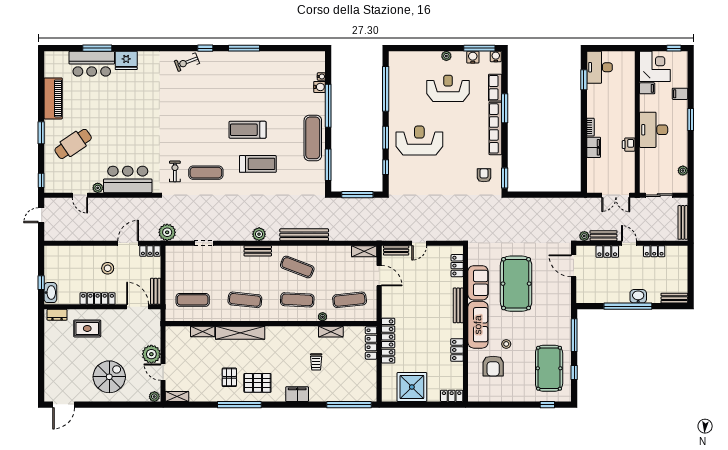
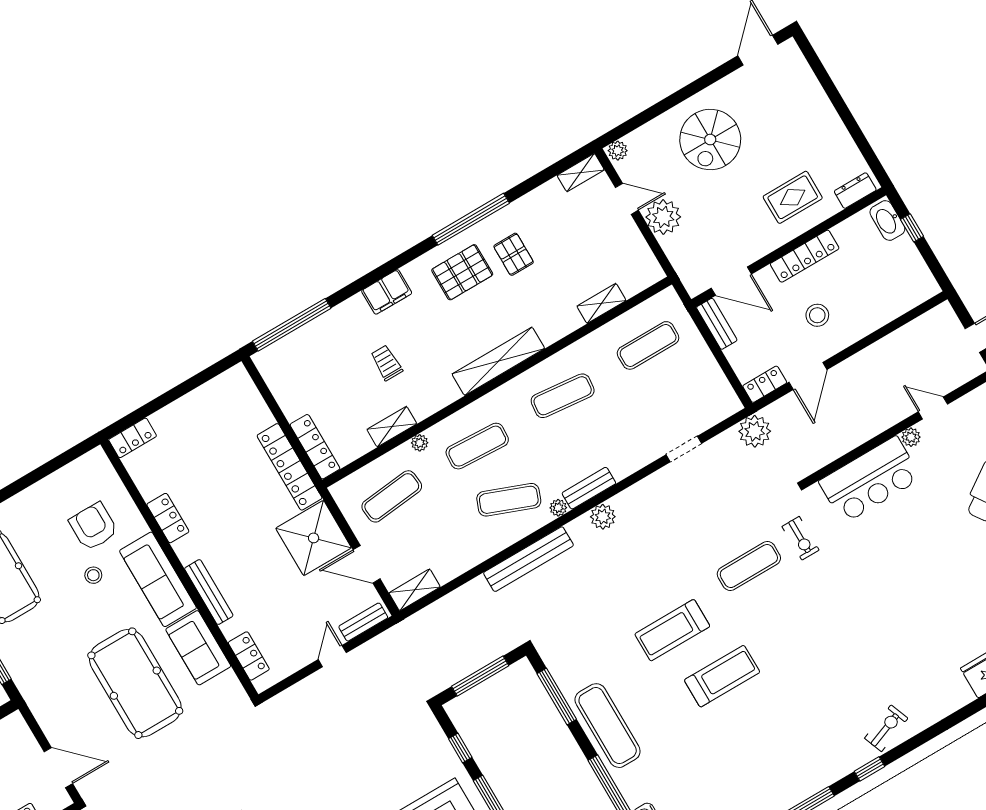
plant: (277, 250) -> (558, 508), added
shelving: (240, 333) -> (498, 361), moved
shower: (412, 387) -> (314, 538), moved

